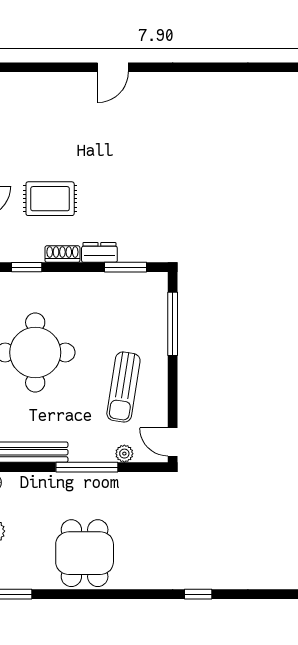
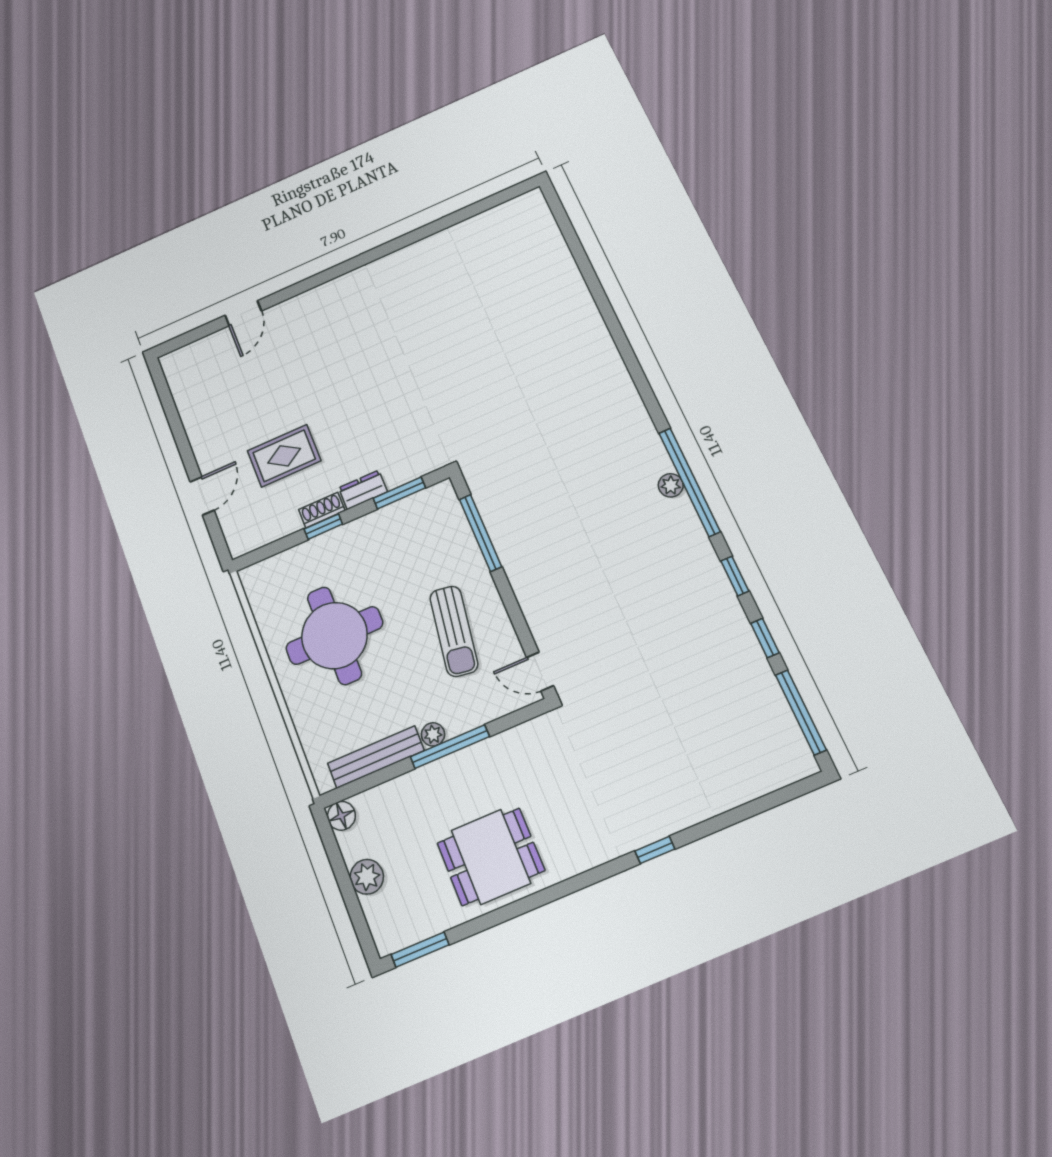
door: (113, 67) -> (243, 313), moved
window: (27, 267) -> (323, 526), moved
plant: (124, 454) -> (433, 734), moved
dining table: (85, 553) -> (491, 857), turned 90

